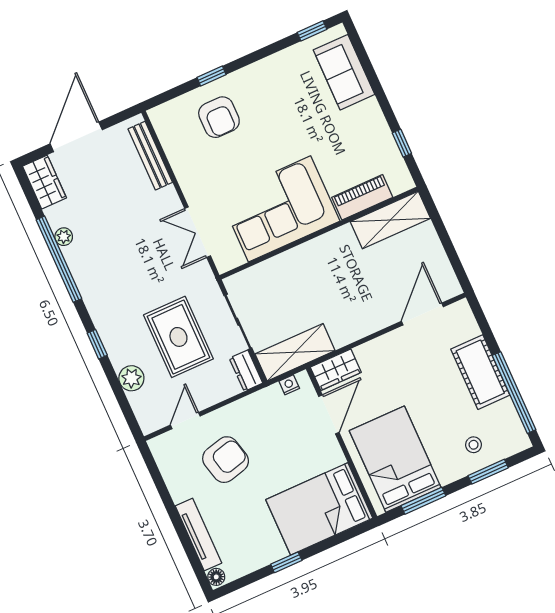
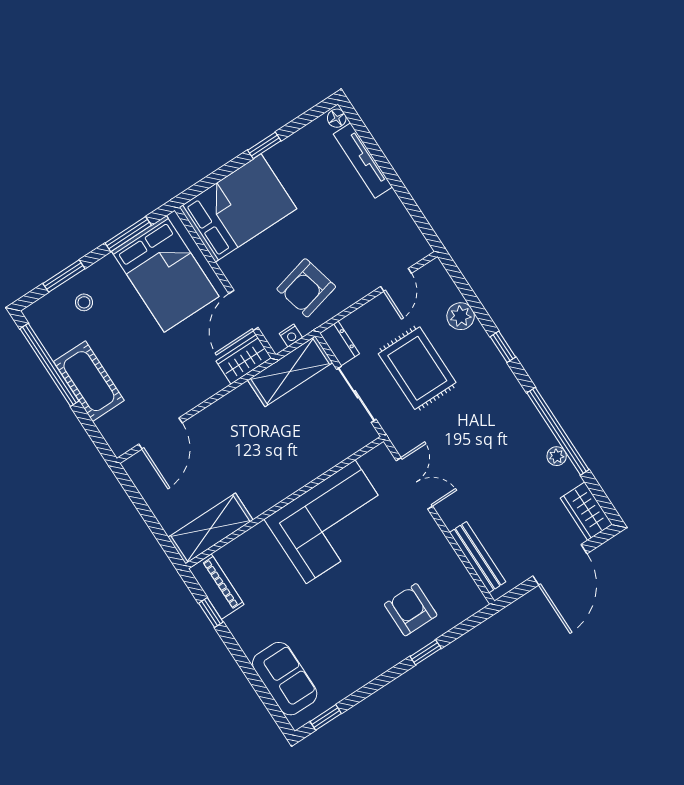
piano: (362, 197) -> (216, 587), moved, turned -90
armchair: (226, 460) -> (306, 288), moved

